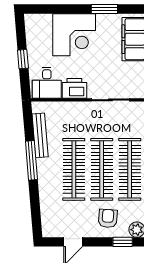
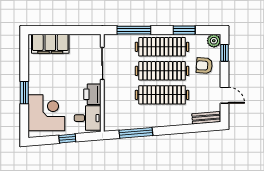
window: (104, 9) -> (24, 93), moved
corner desk: (74, 35) -> (46, 113), moved
bench: (40, 135) -> (206, 118), moved, width x0.73
window: (31, 160) -> (136, 133), moved

